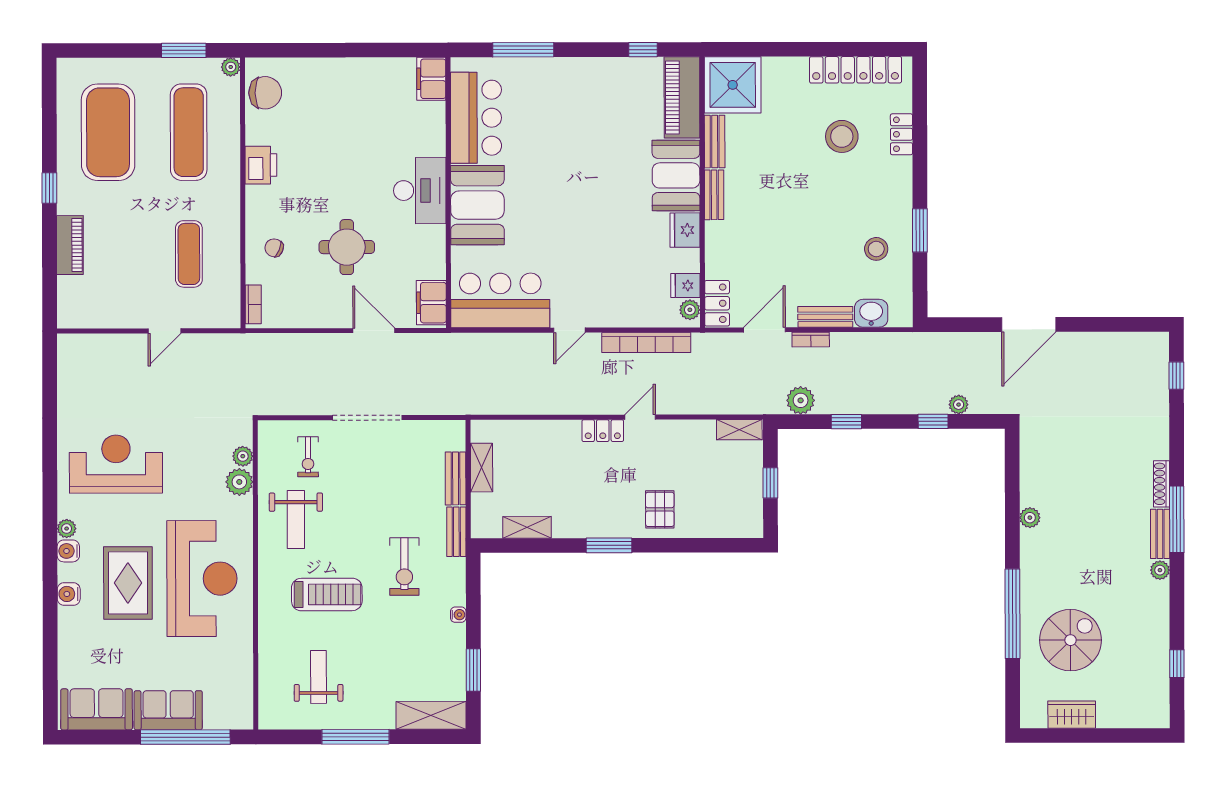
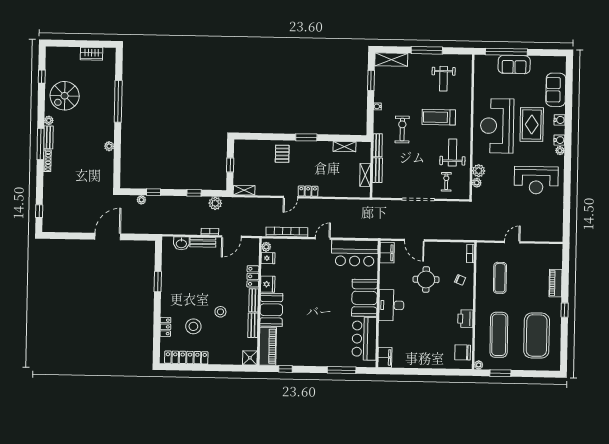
shower: (733, 85) -> (250, 358), width x0.54, depth x0.54
stool: (876, 249) -> (220, 312), moved
locker: (717, 303) -> (253, 276), moved
spiral stairs: (1071, 640) -> (65, 96), moved
sofa: (97, 709) -> (556, 90), moved, turned 90

